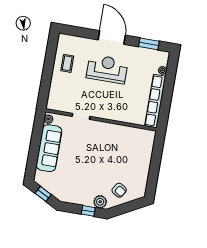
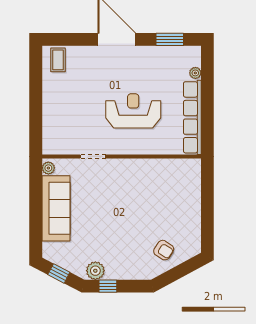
coffee table: (67, 63) -> (58, 60), moved
reception desk: (107, 69) -> (133, 111), moved
plant: (100, 202) -> (95, 271), moved
window: (88, 211) -> (108, 286), moved

